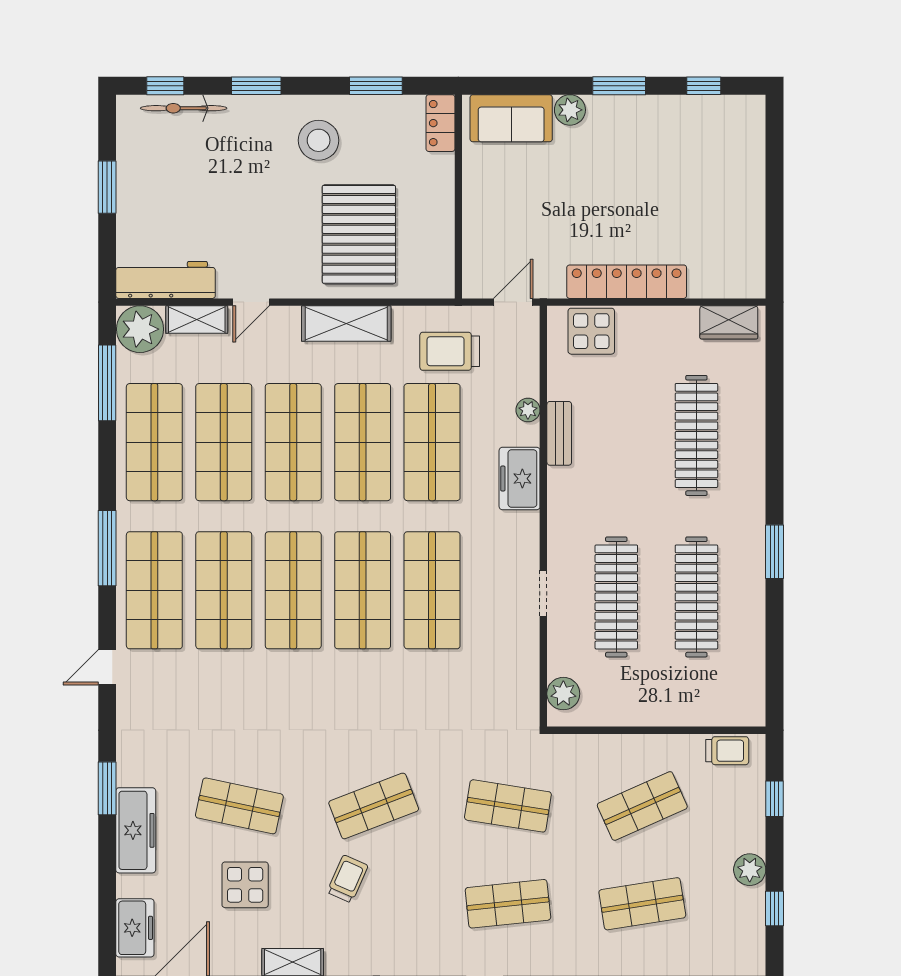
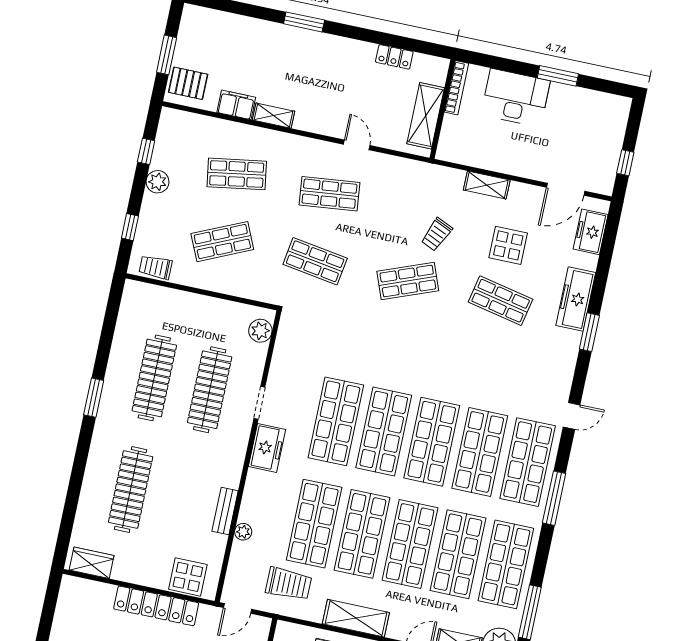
freezer: (520, 479) -> (267, 448), moved

